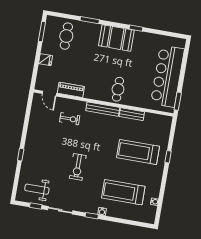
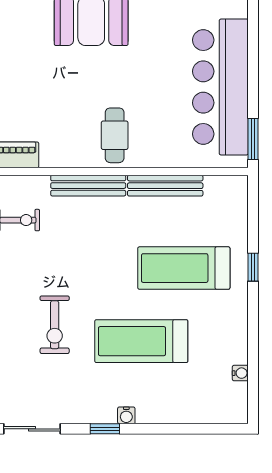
bench: (132, 114) -> (165, 186), width x1.36
treadmill: (123, 192) -> (141, 341), moved

